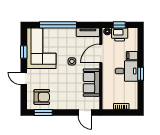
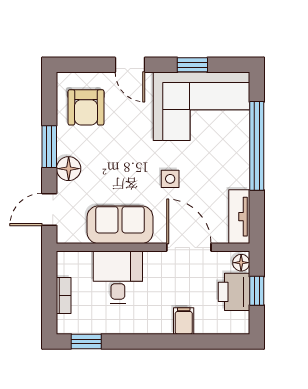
desk: (126, 71) -> (118, 277), moved, turned 180
window: (141, 74) -> (86, 341), moved
door: (24, 78) -> (130, 65), swing flipped
floor lamp: (68, 104) -> (69, 169), added
window: (43, 112) -> (49, 147), moved

